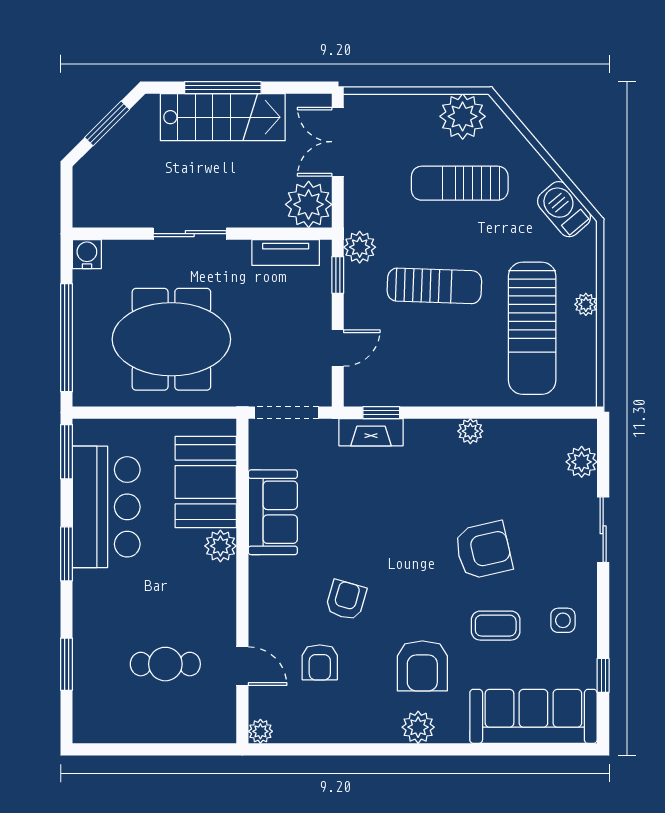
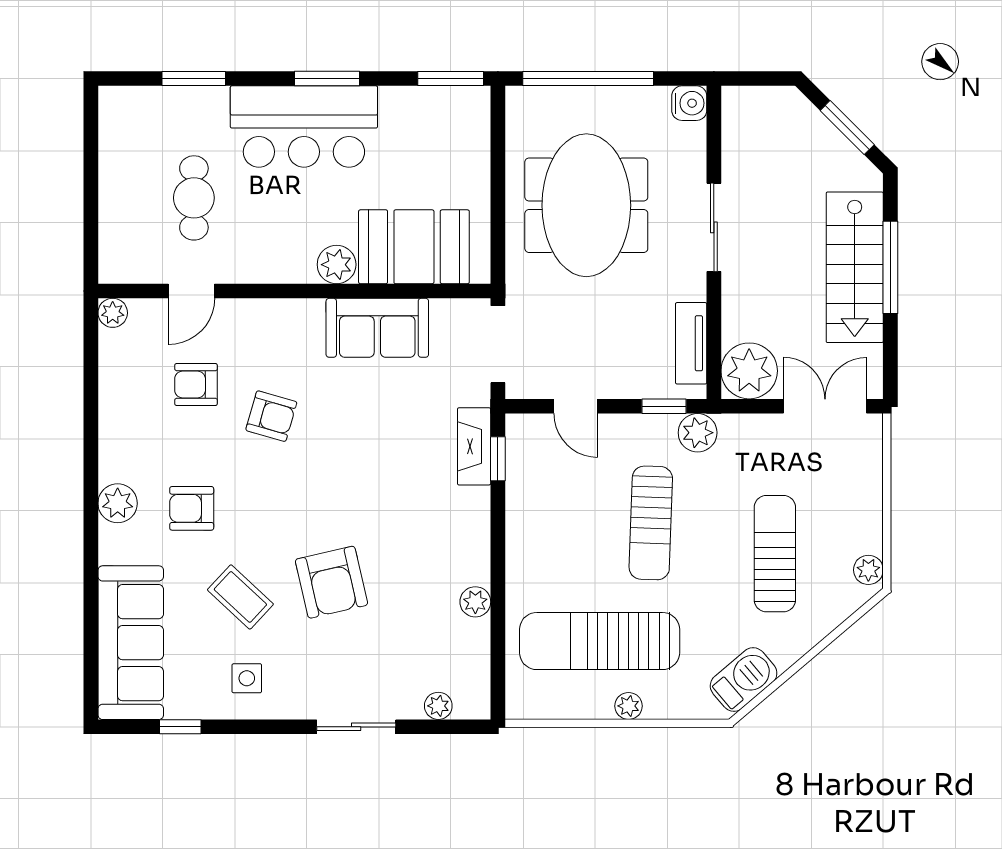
plant: (463, 116) -> (868, 570), width x0.53, depth x0.53
plant: (470, 431) -> (475, 602), moved
plant: (582, 462) -> (438, 706), width x0.73, depth x0.73
bar counter: (106, 507) -> (304, 127), moved
coffee table: (496, 626) -> (240, 597), turned -47
armchair: (422, 666) -> (192, 508), width x0.72, depth x0.72

